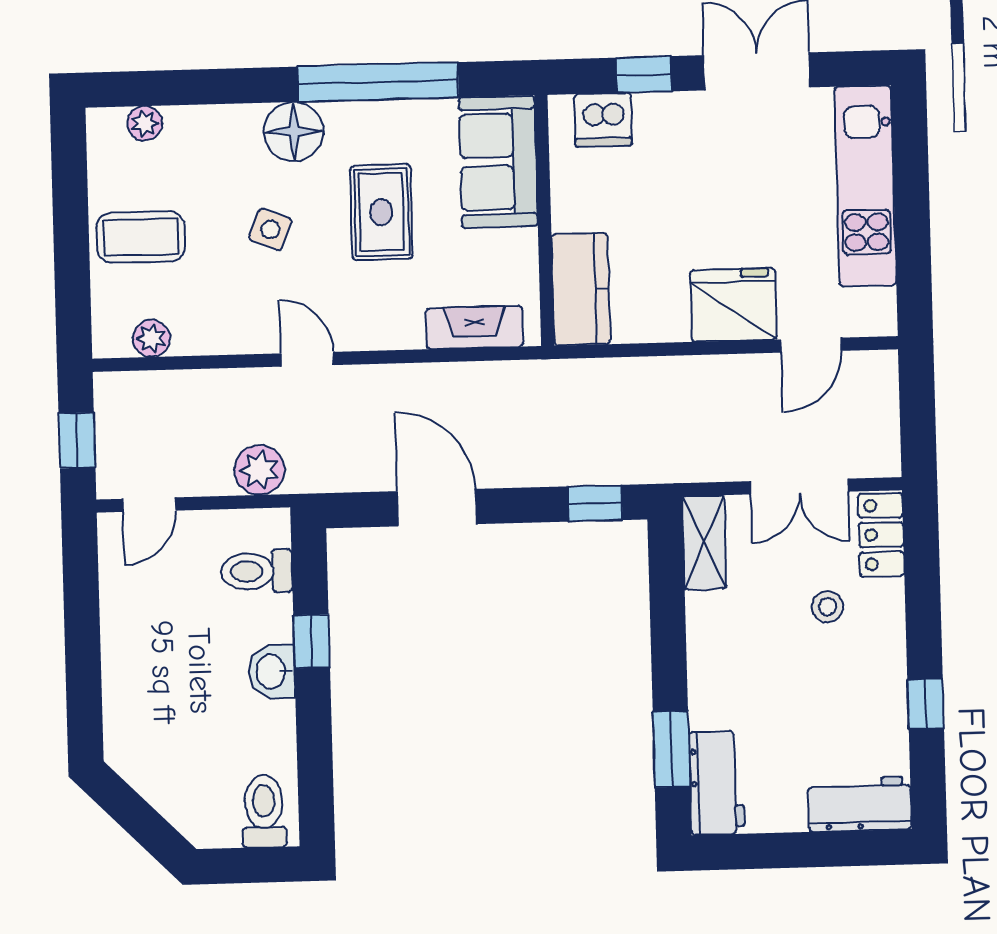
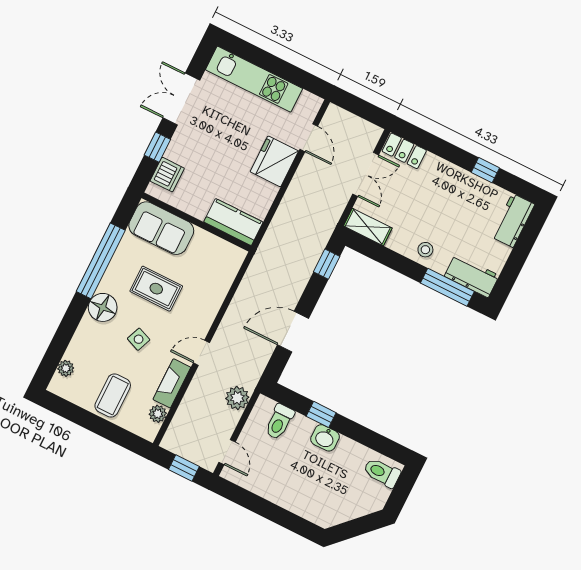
fireplace: (474, 327) -> (172, 383), moved
stool: (828, 607) -> (425, 250), moved
window: (671, 749) -> (447, 287), width x1.44

